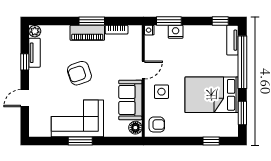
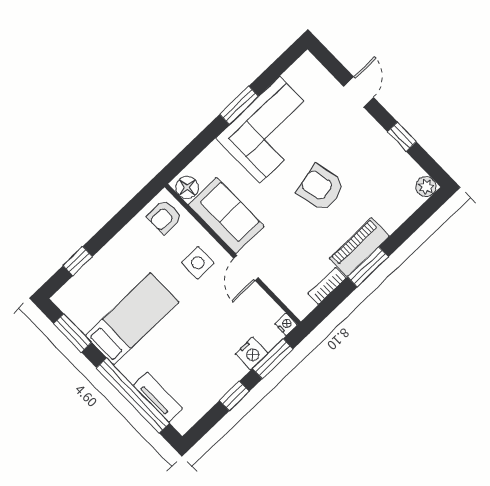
window: (220, 21) -> (234, 396), moved
tv unit: (233, 40) -> (158, 397), moved
tv unit: (34, 53) -> (401, 160), removed
armchair: (79, 73) -> (321, 188), turned -83
bed: (212, 95) -> (132, 319), width x0.67

